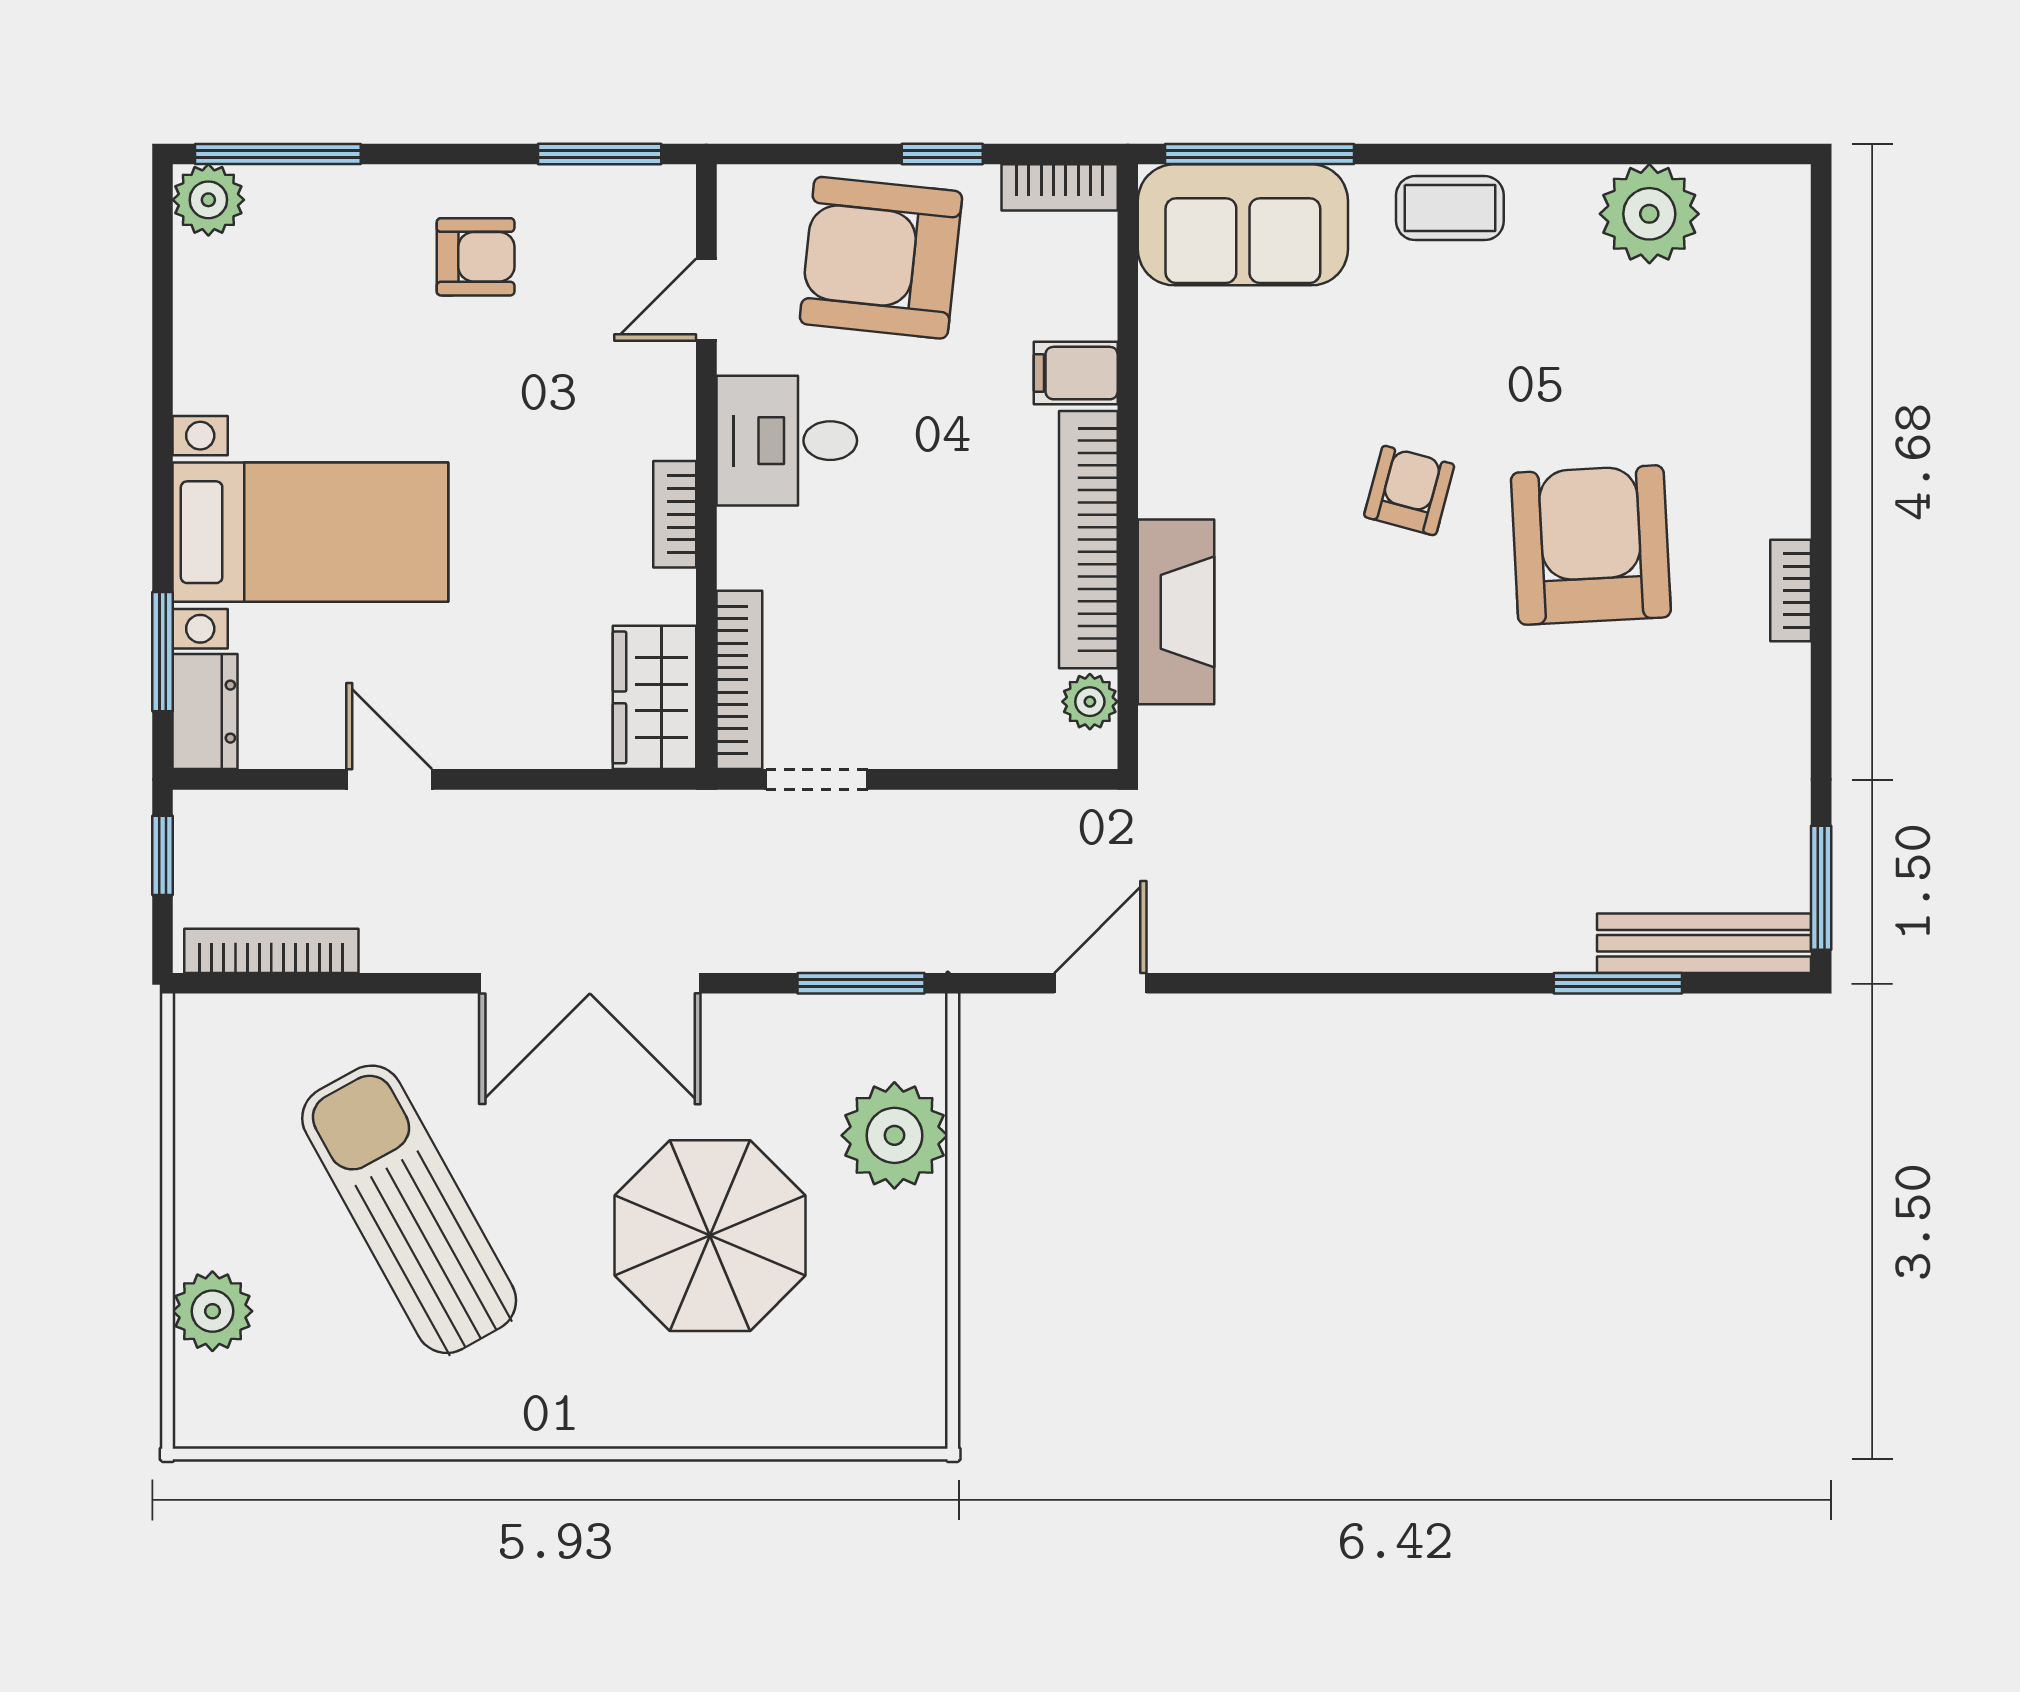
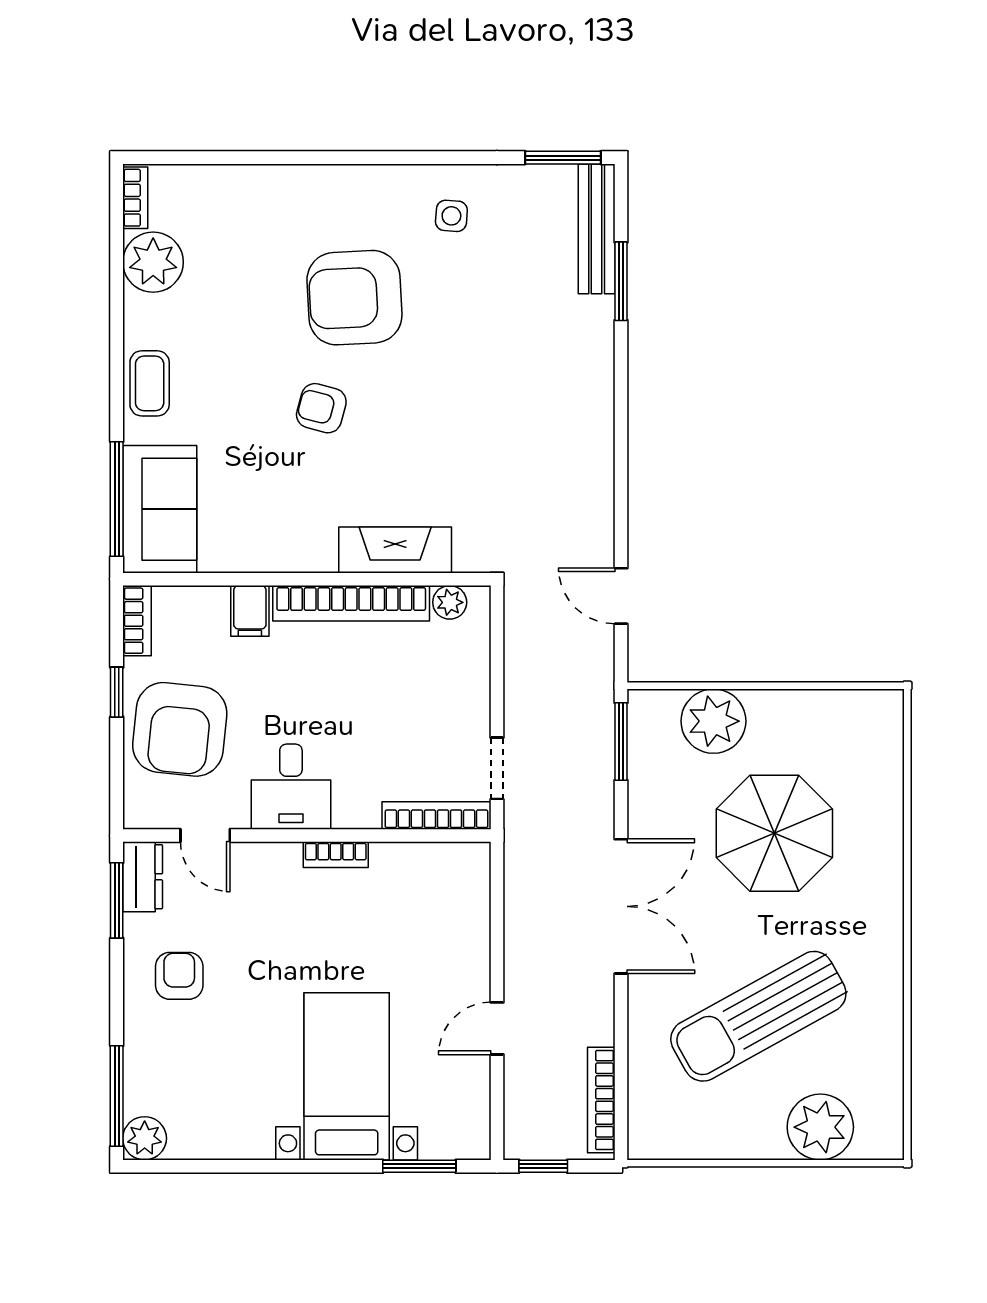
bookcase: (1791, 590) -> (135, 198), moved, turned -90
wardrobe: (654, 697) -> (447, 867), removed
side table: (1725, 704) -> (451, 216), added
dresser: (205, 712) -> (143, 877), moved, turned 90
plant: (212, 1311) -> (820, 1127), width x1.36, depth x1.36

